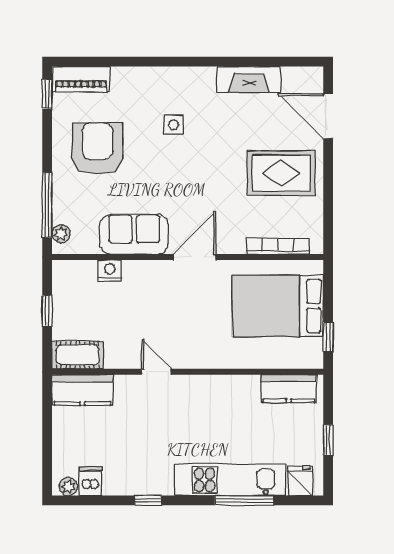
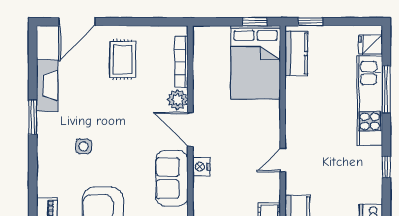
window: (210, 62) -> (33, 117), added
rug: (281, 173) -> (123, 60), width x0.73, depth x0.70
plant: (231, 241) -> (178, 100), added
nightstand: (110, 271) -> (201, 167), moved
bed: (278, 306) -> (256, 62), moved
window: (328, 440) -> (310, 22), moved

